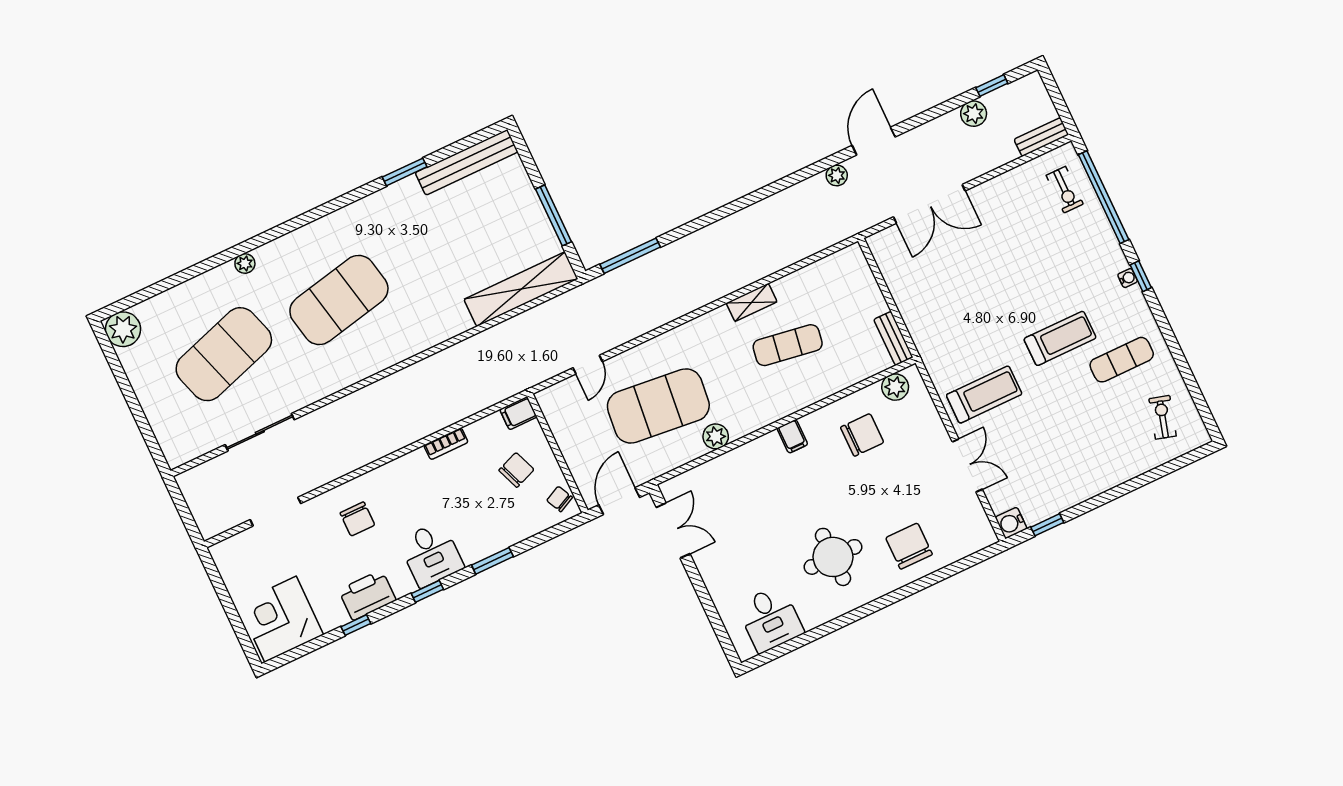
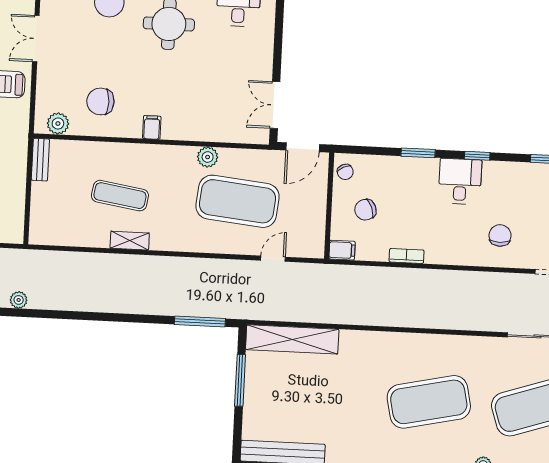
printer: (367, 595) -> (522, 176), removed

